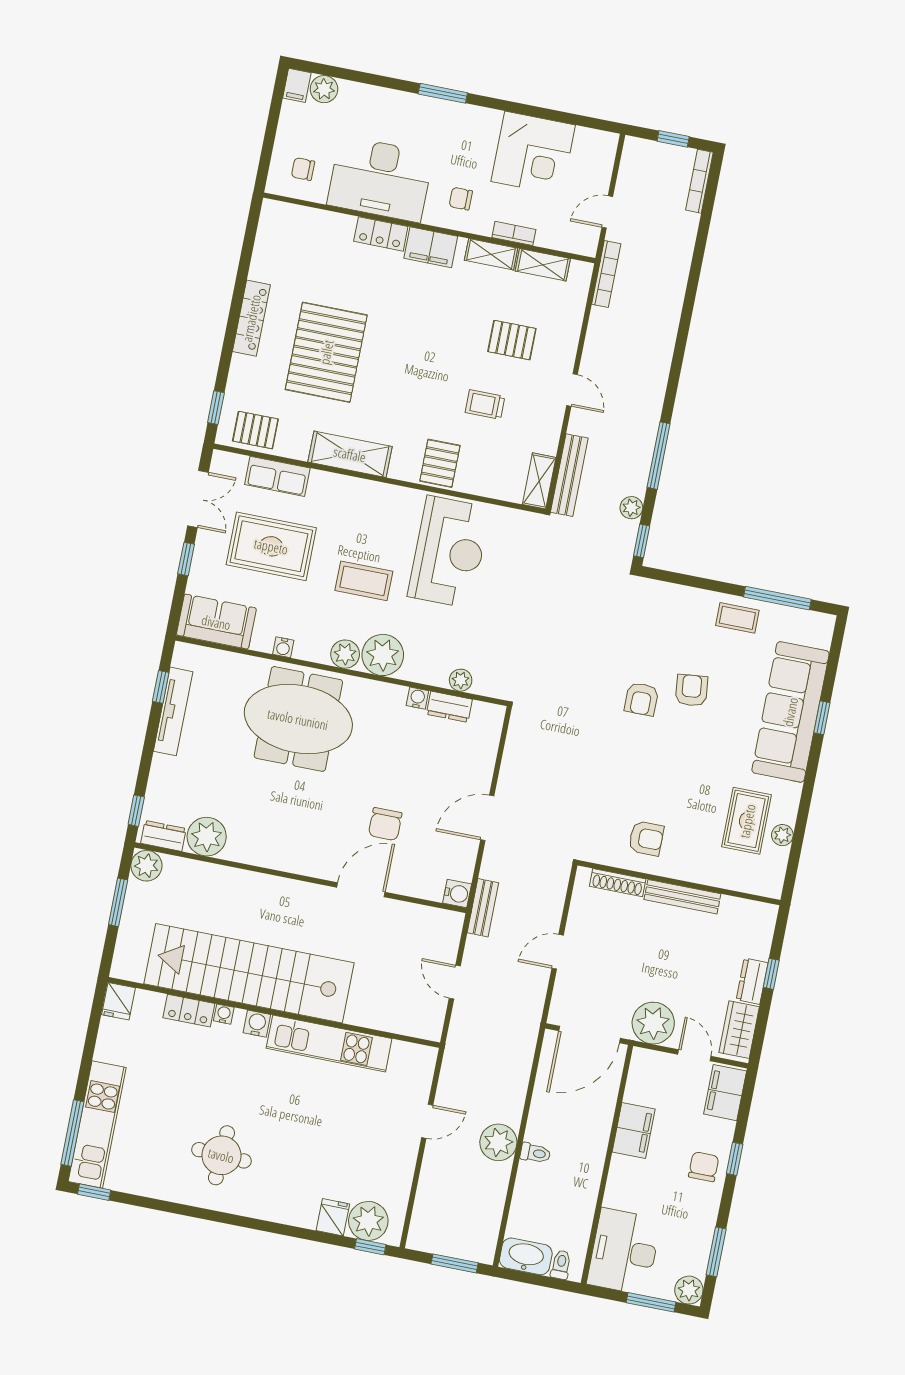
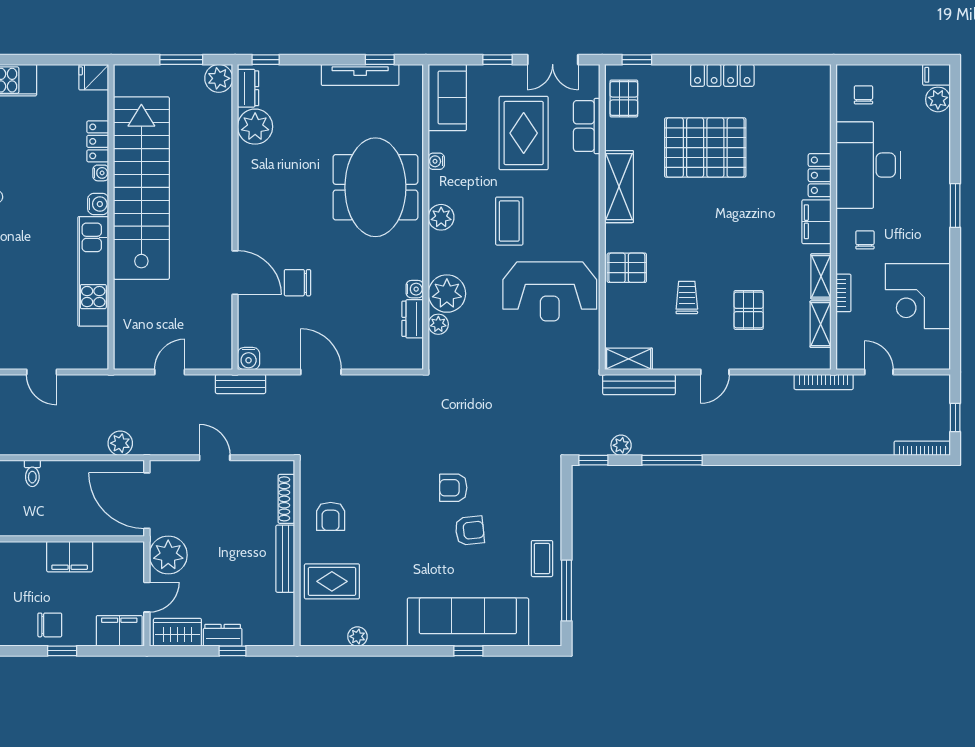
plant: (383, 655) -> (447, 294), moved
rug: (747, 821) -> (332, 581), moved
plant: (498, 1142) -> (120, 443), moved, width x0.73, depth x0.73

